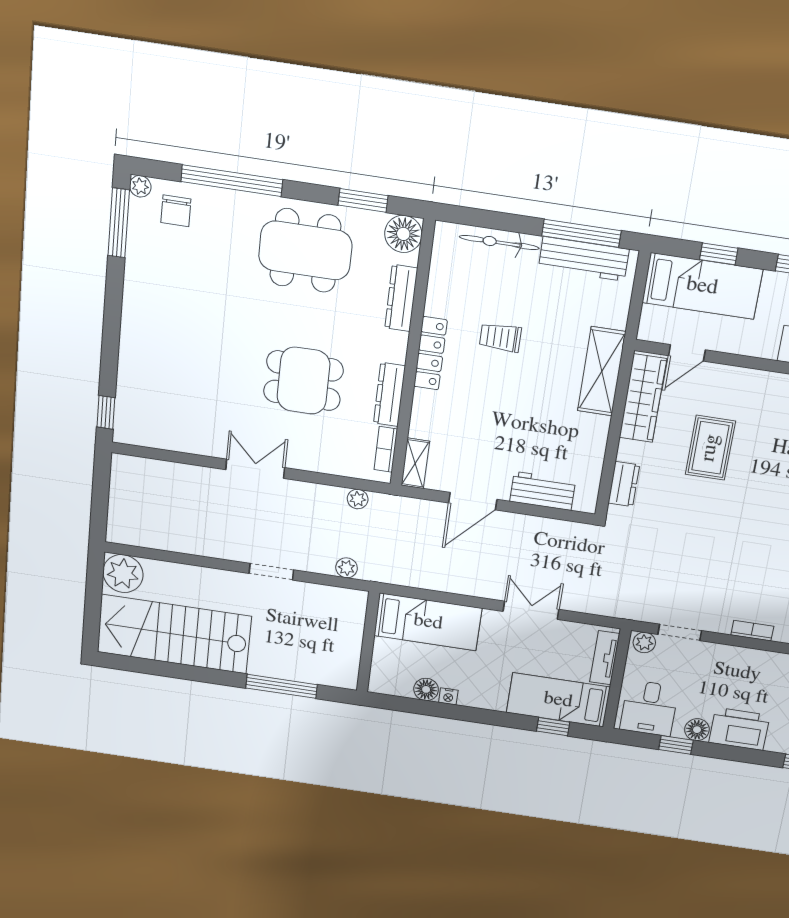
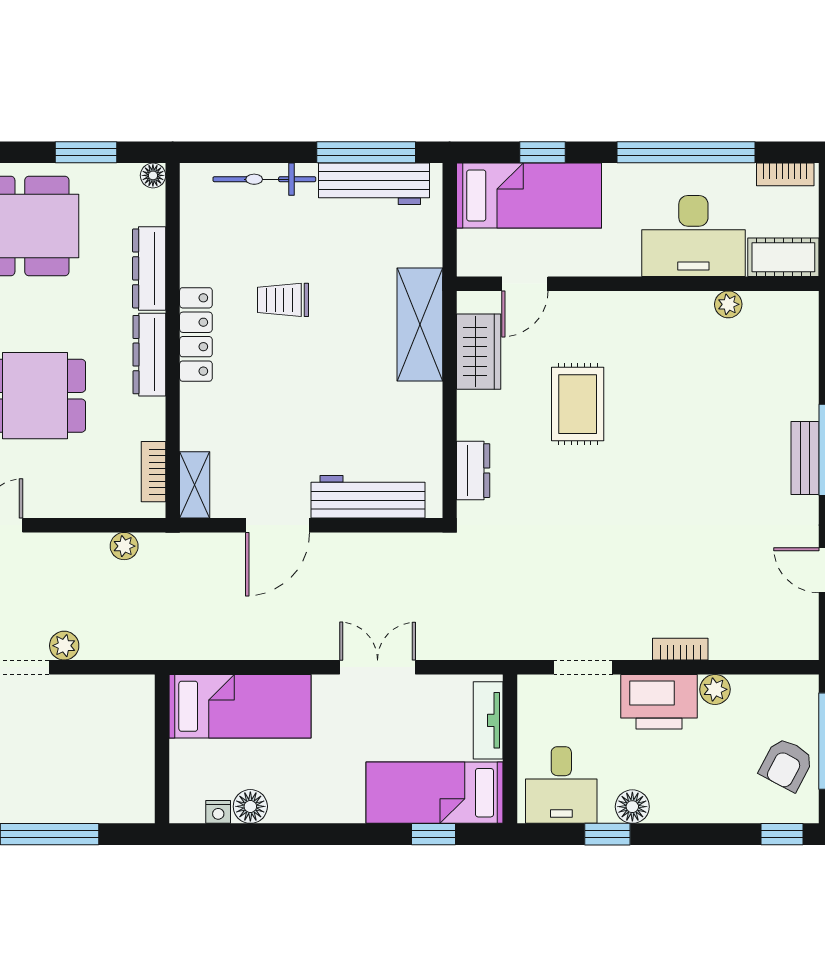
floor lamp: (403, 234) -> (153, 175), width x0.53, depth x0.53
dresser: (389, 395) -> (149, 355), moved
wardrobe: (643, 398) -> (479, 352), width x0.67
workbench: (543, 491) -> (368, 497), width x1.38
plant: (347, 568) -> (64, 646), moved
plant: (644, 643) -> (715, 689), moved
nightstand: (448, 696) -> (218, 812), moved
printer: (739, 729) -> (659, 702), moved, turned 180

